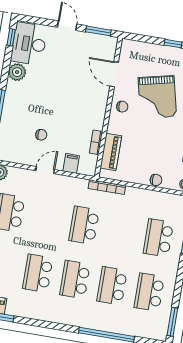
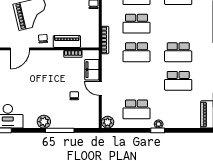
plant: (17, 72) -> (44, 122), moved
piano: (111, 152) -> (67, 41), moved
filing cabinet: (71, 163) -> (92, 70), width x2.00
school desk: (112, 286) -> (136, 24), moved

